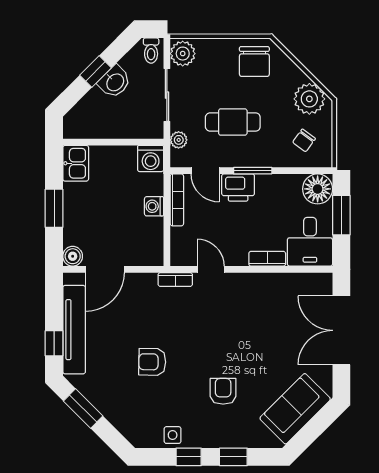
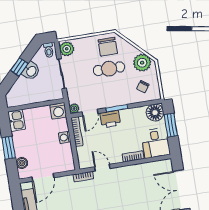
cafe table: (233, 122) -> (109, 69), moved
plant: (179, 140) -> (74, 108), moved
door: (205, 171) -> (90, 113), hinge flipped
boiler: (73, 256) -> (22, 163), moved

